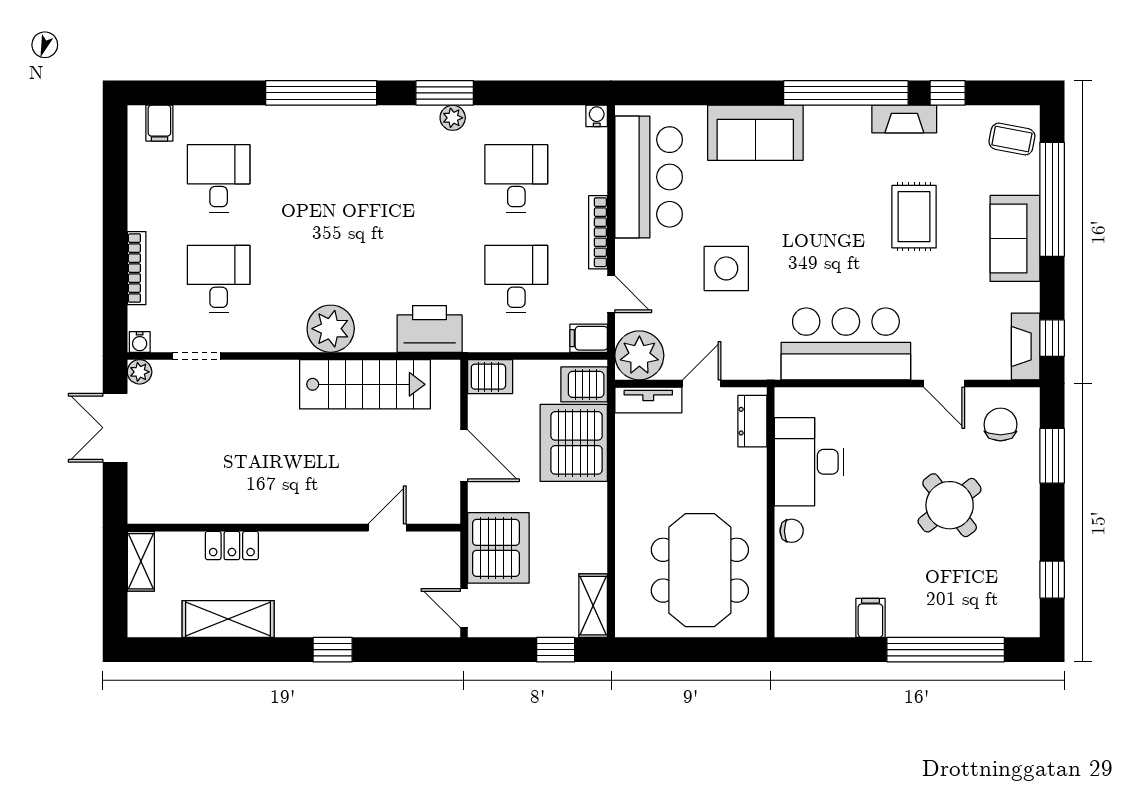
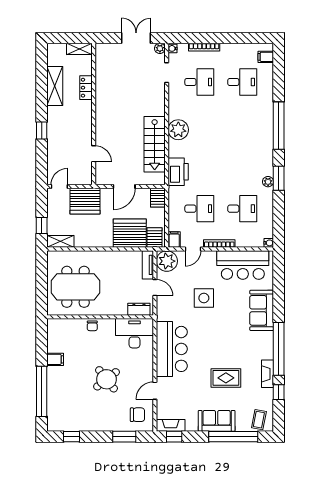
desk: (809, 462) -> (135, 333), moved
round table: (950, 505) -> (107, 379), moved

